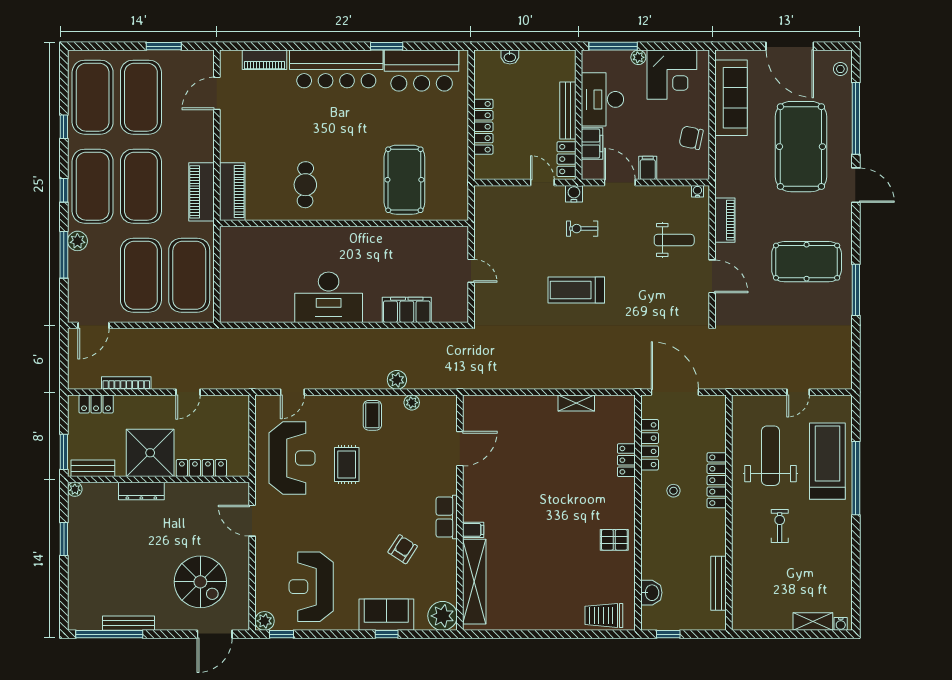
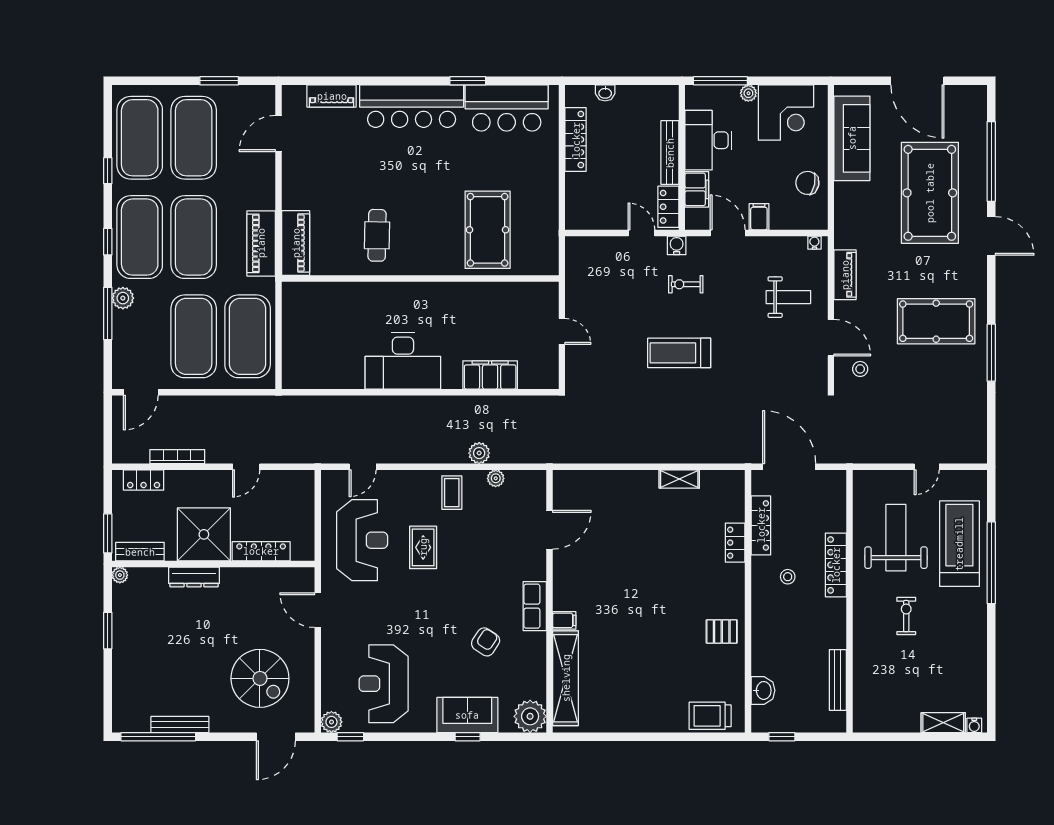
stool: (840, 69) -> (860, 369), moved
locker: (483, 127) -> (576, 140), moved

